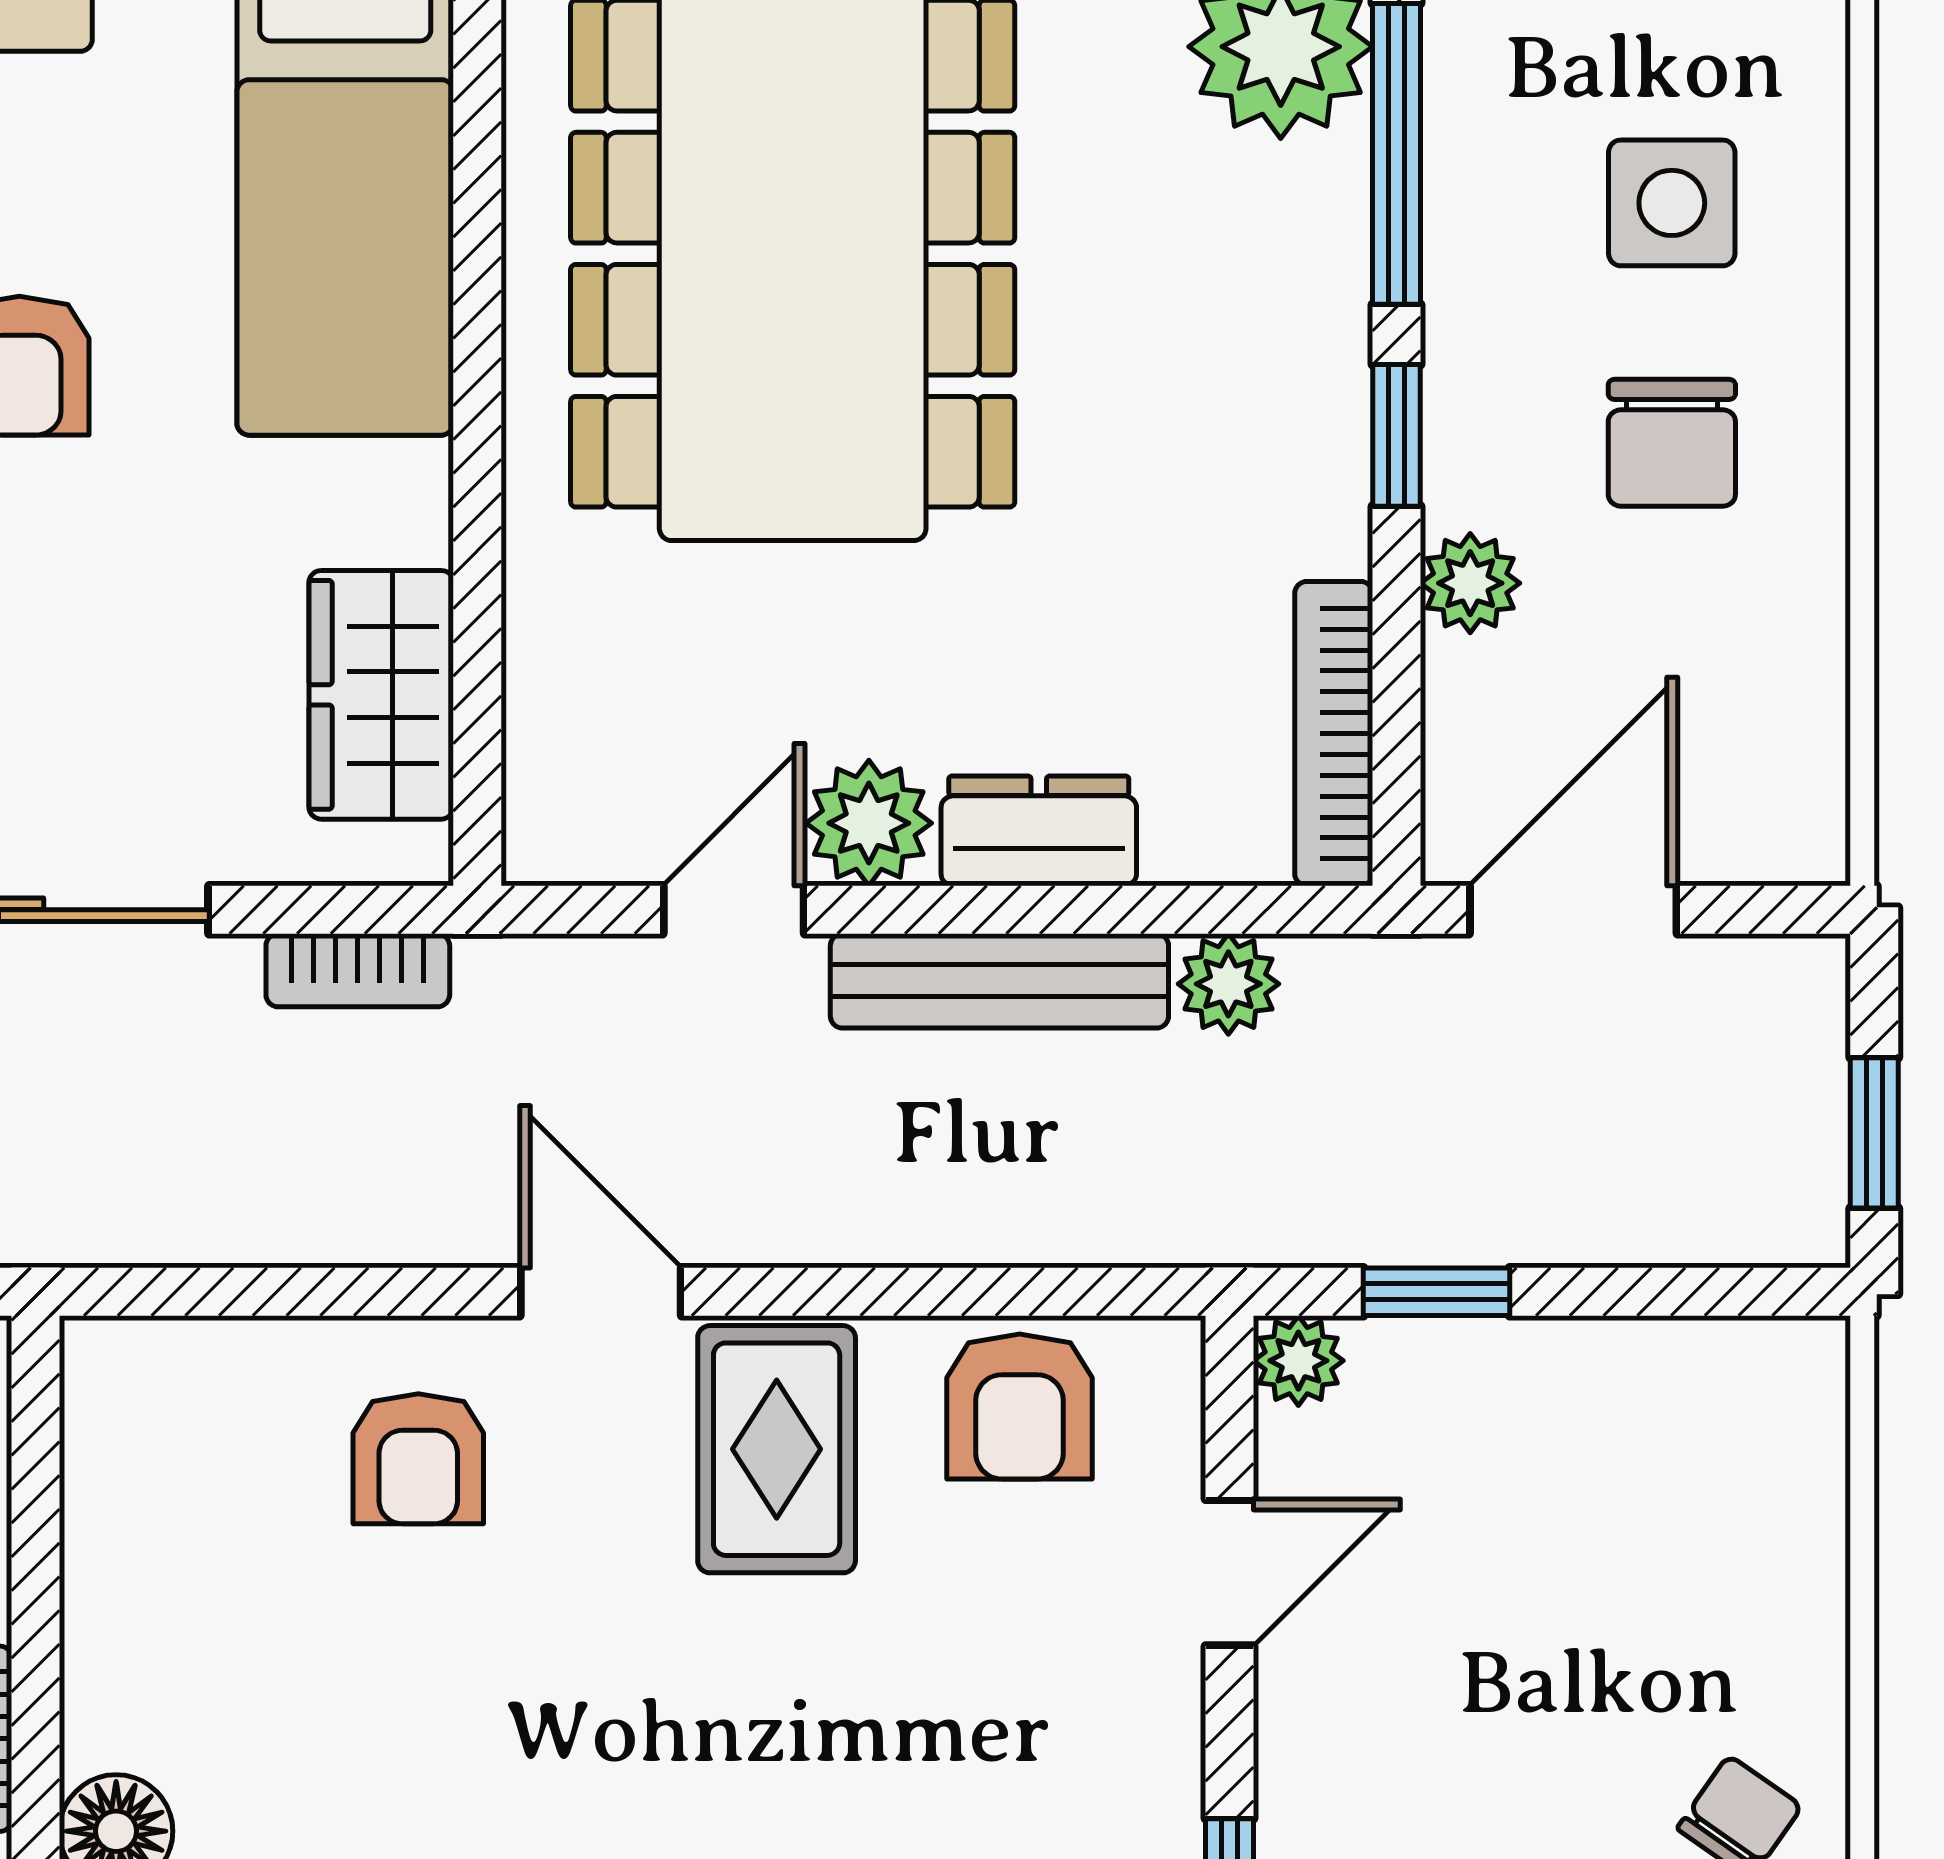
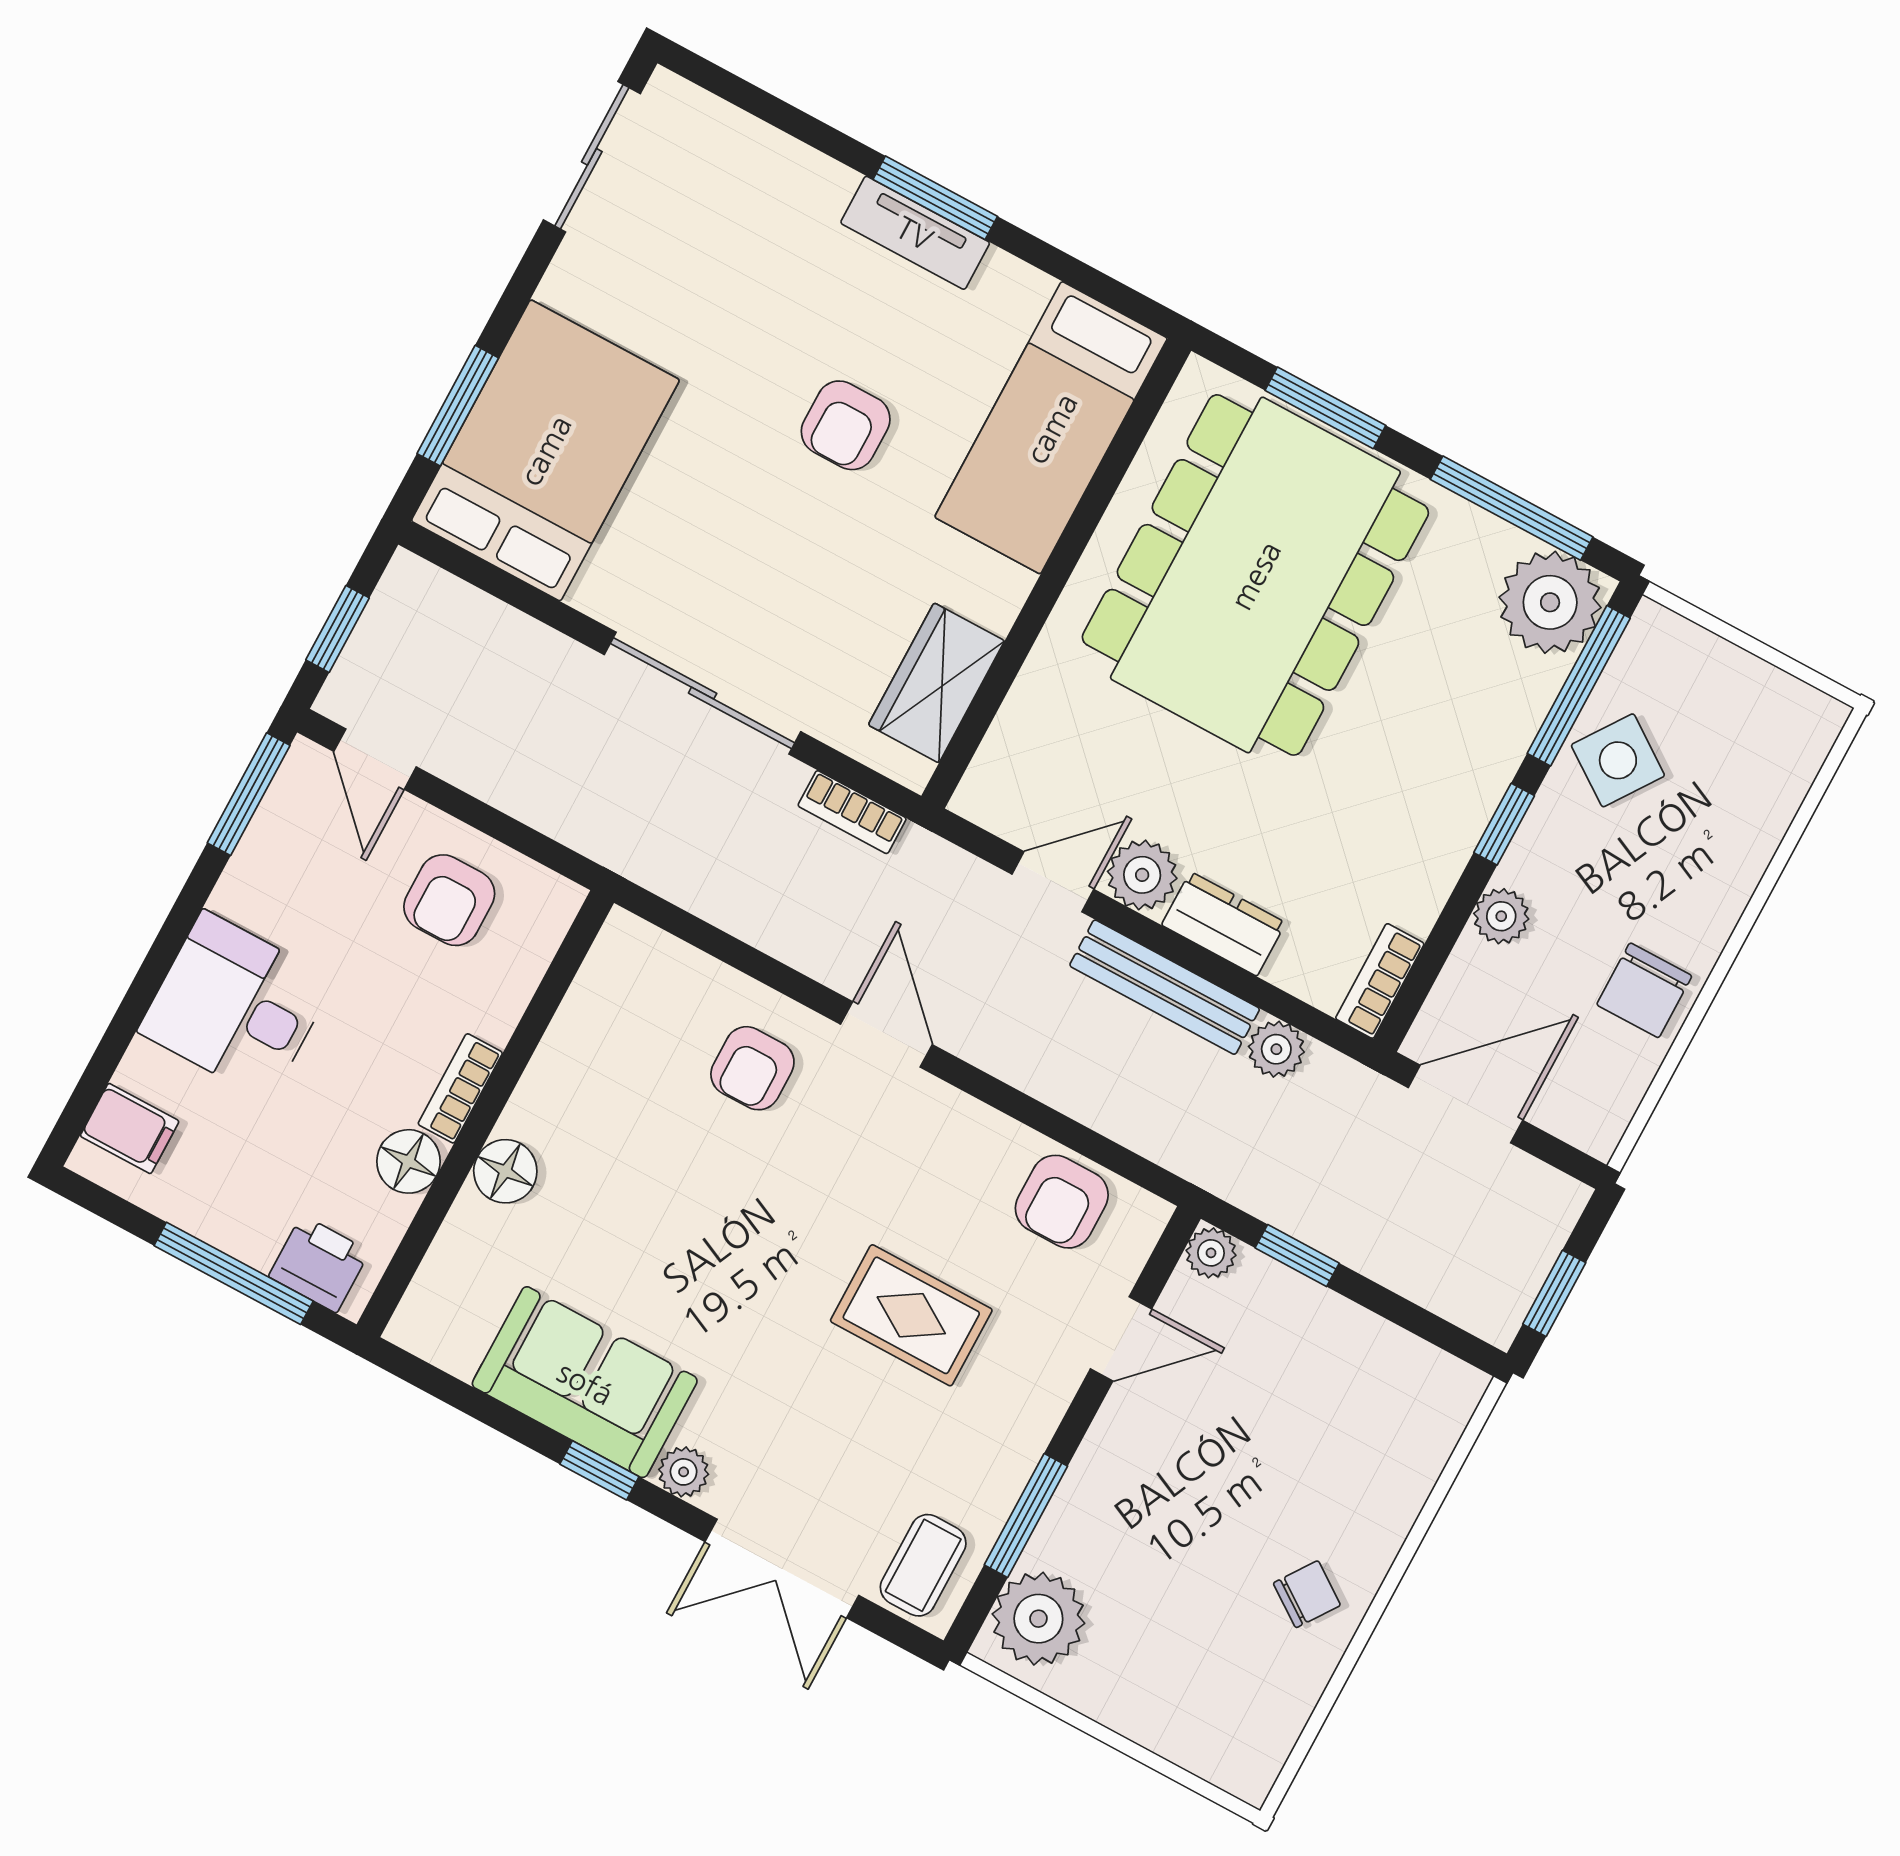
side table: (1672, 203) -> (1618, 760), moved, turned 35
chair: (1672, 443) -> (1644, 990), moved
bookcase: (1334, 734) -> (1380, 981), width x0.64
rug: (777, 1449) -> (911, 1315), moved, turned 90

